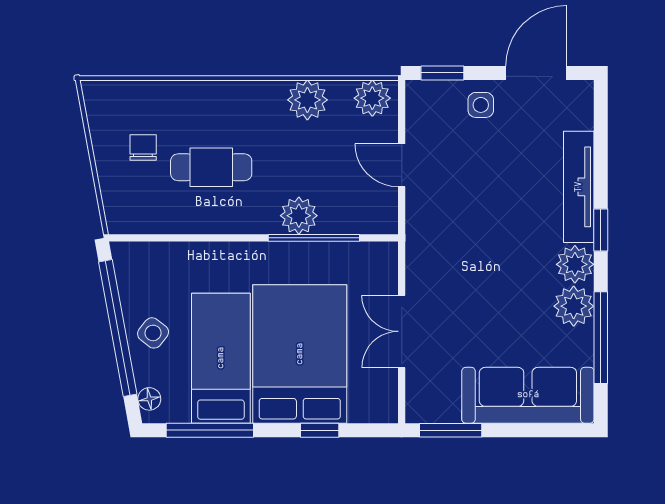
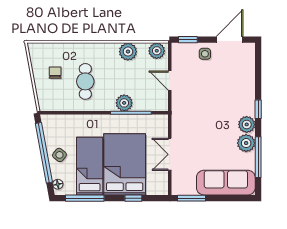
cafe table: (211, 167) -> (85, 81), turned 90
tv unit: (579, 187) -> (248, 90), removed

